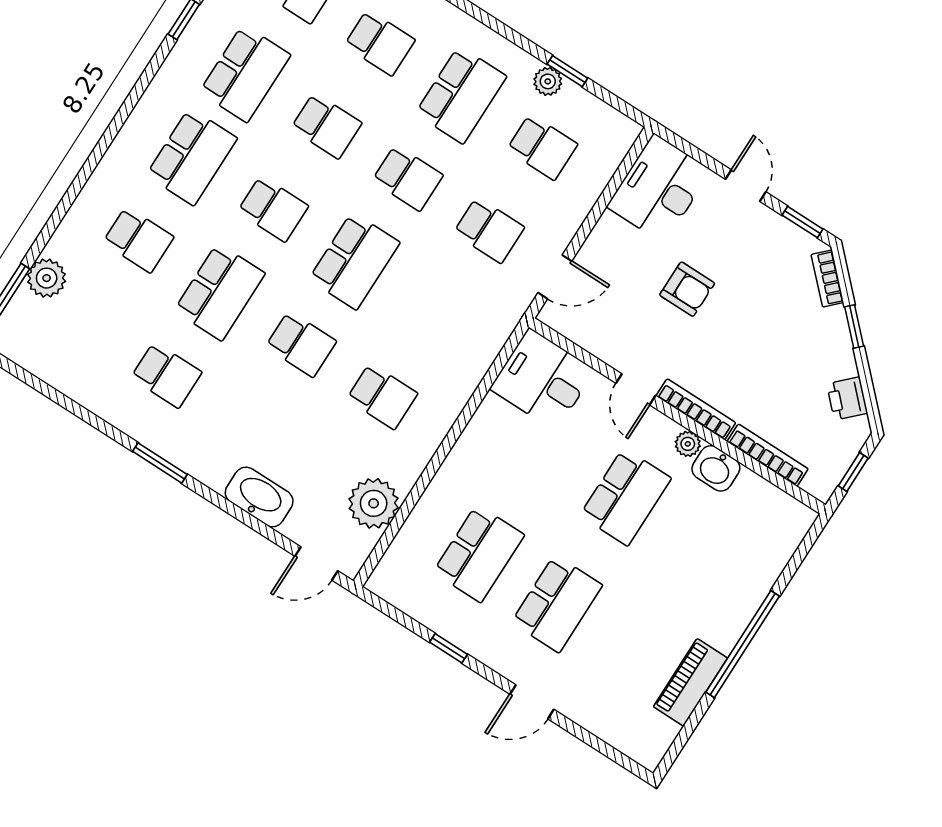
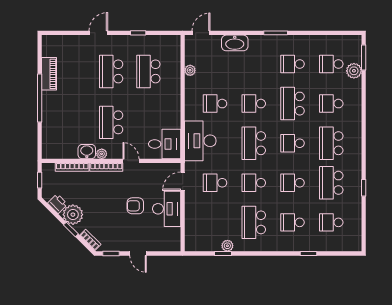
school desk: (542, 147) -> (331, 64), moved
desk: (659, 189) -> (167, 209), moved
desk: (463, 338) -> (200, 141), added
plant: (830, 355) -> (73, 215), added
plant: (374, 503) -> (190, 70), width x0.53, depth x0.53

